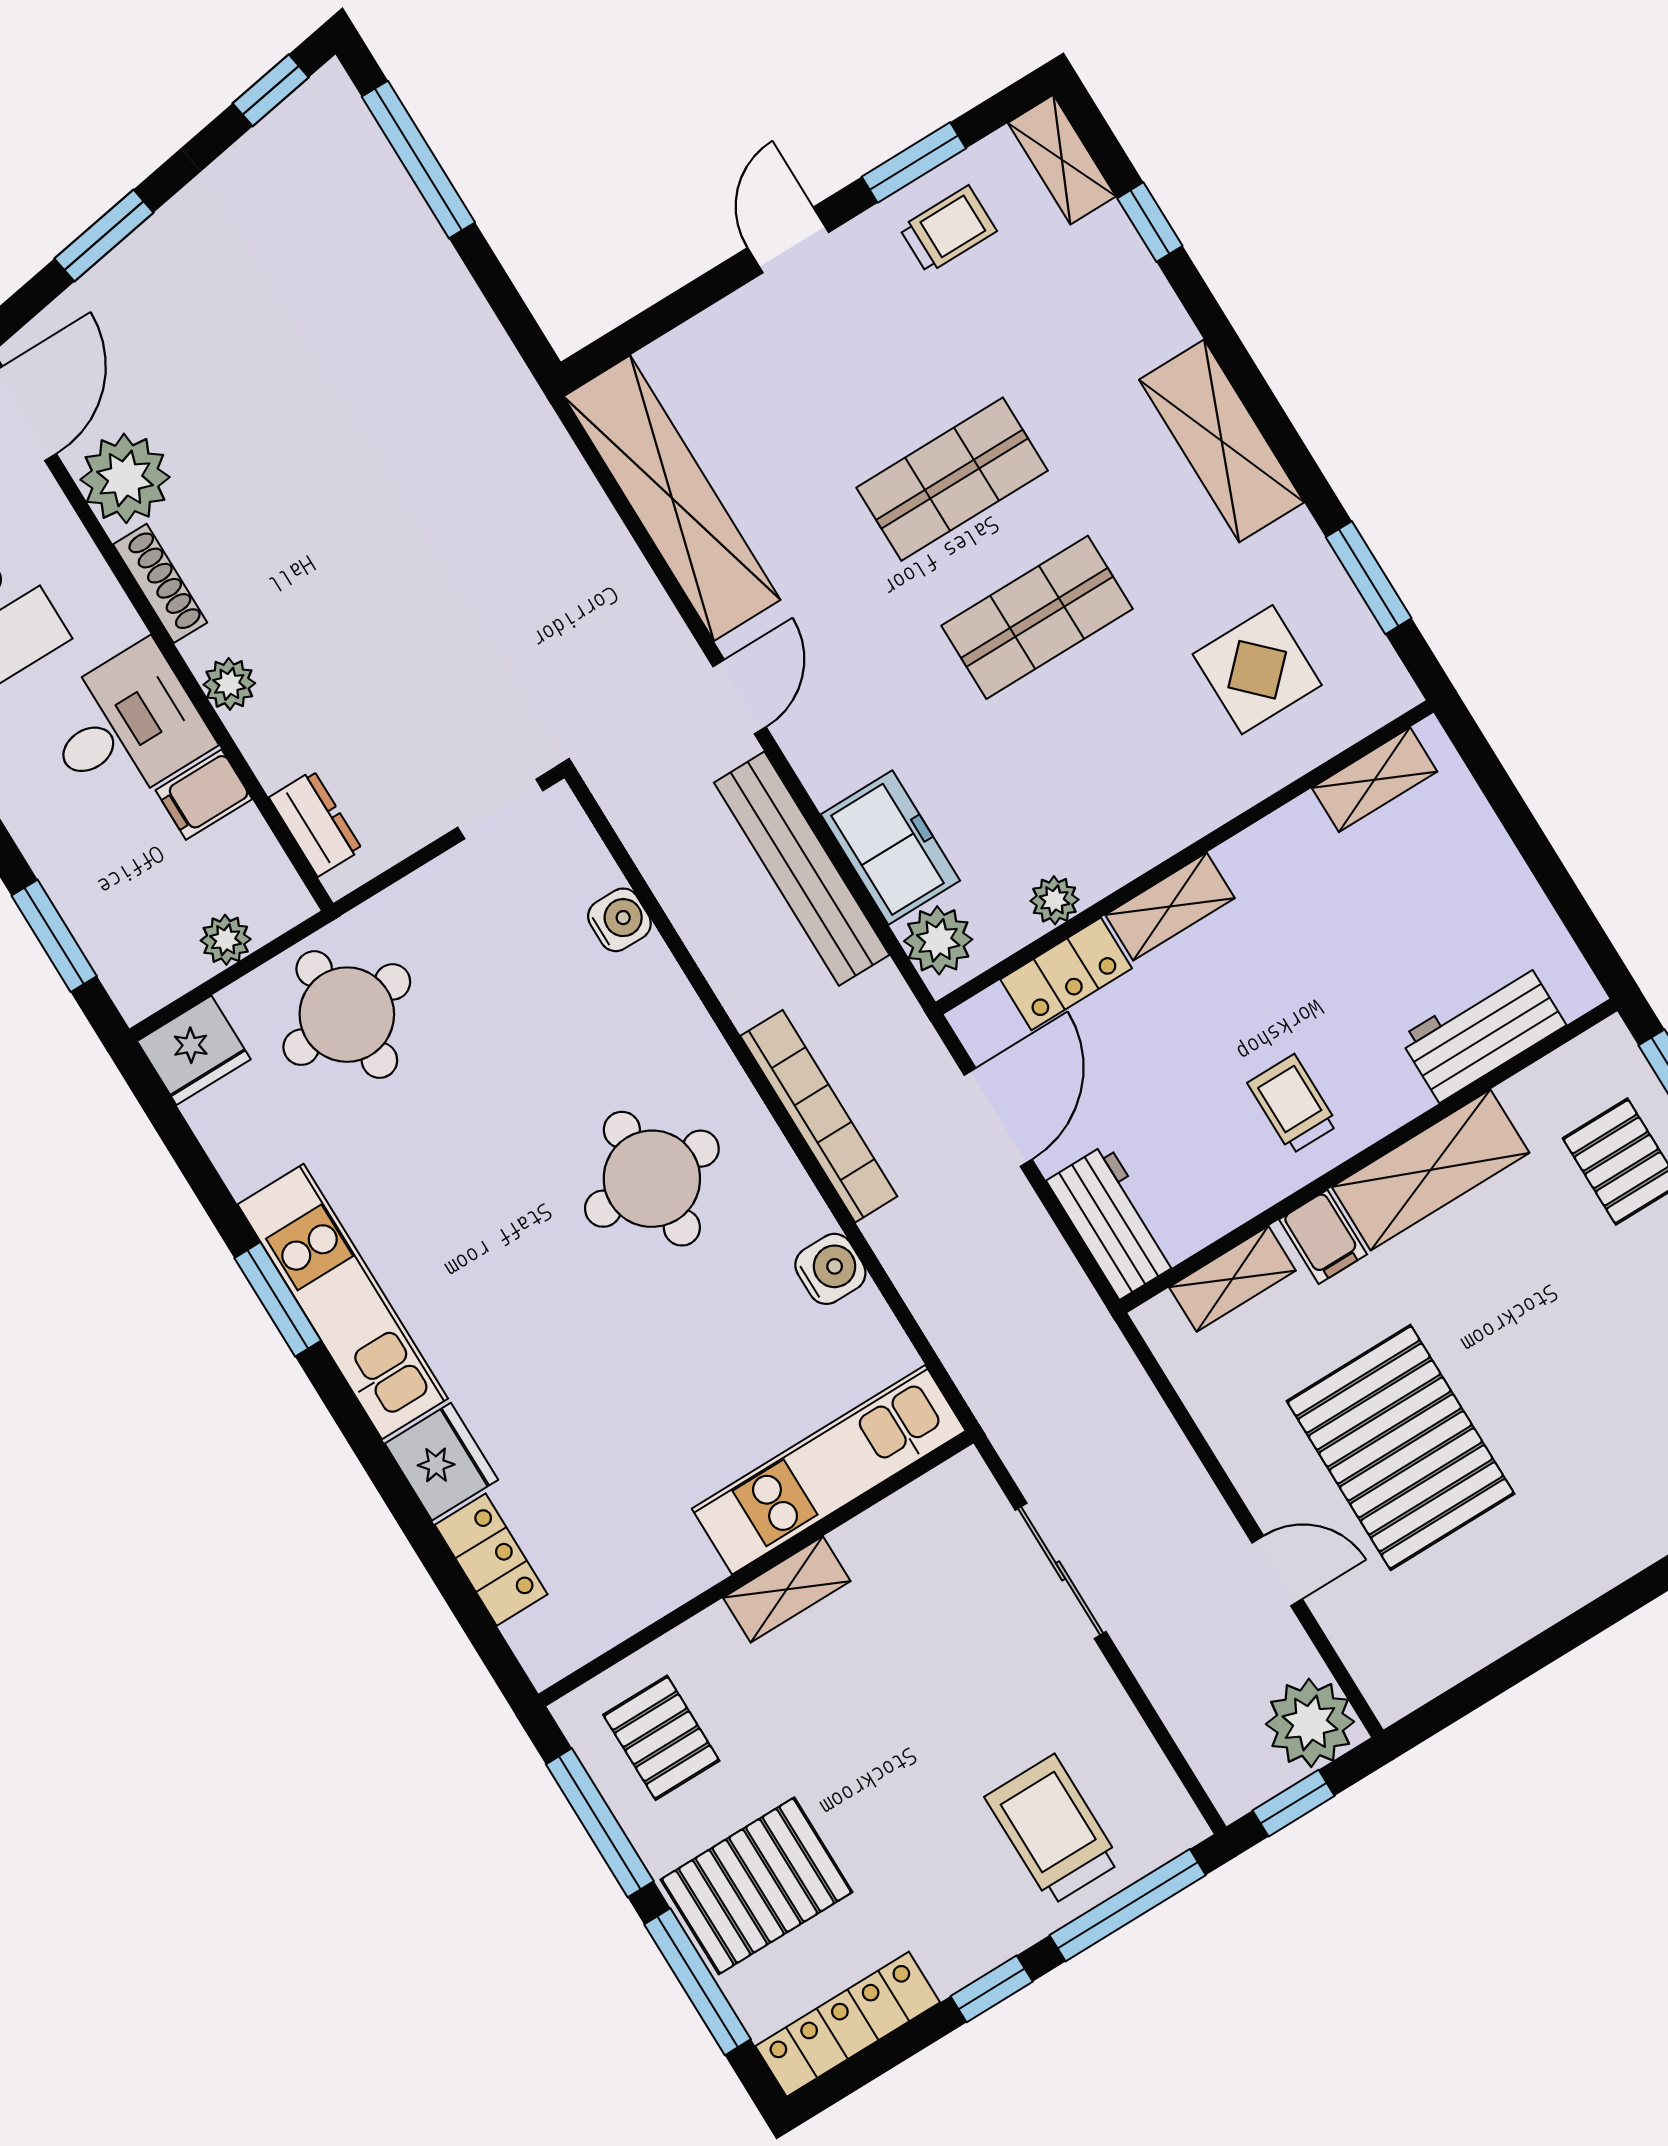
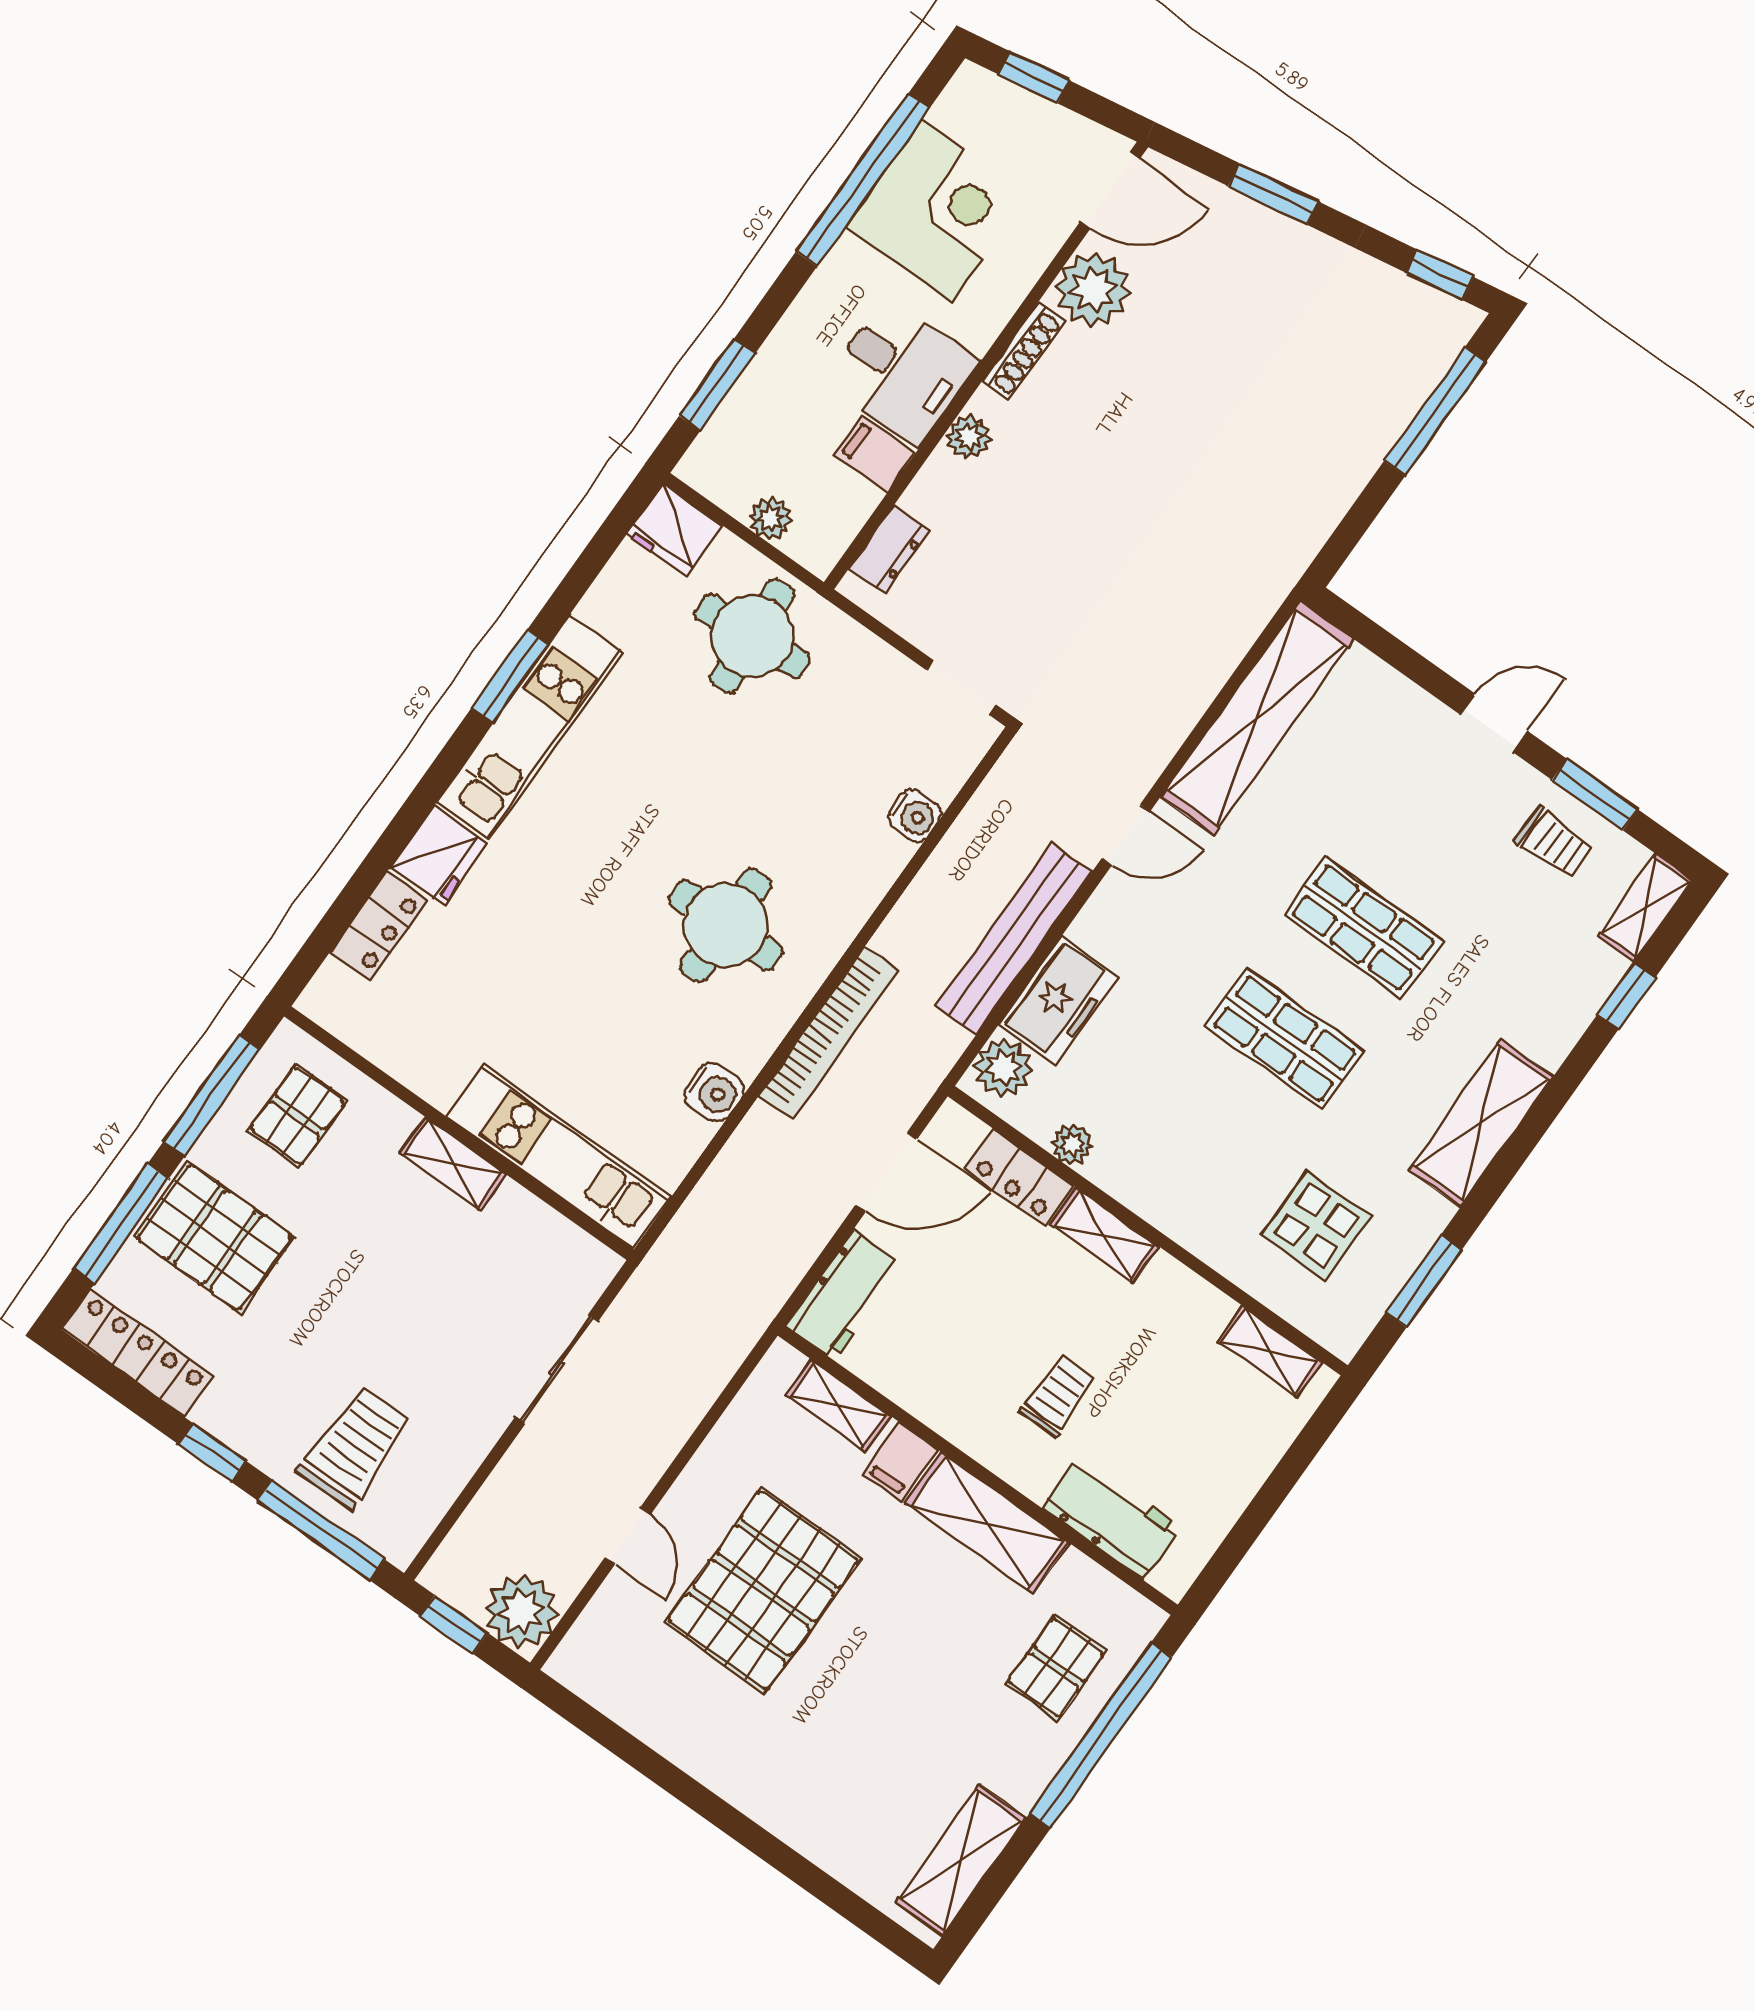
trolley: (1293, 1104) -> (1058, 1396), moved

